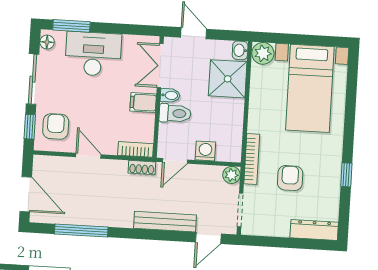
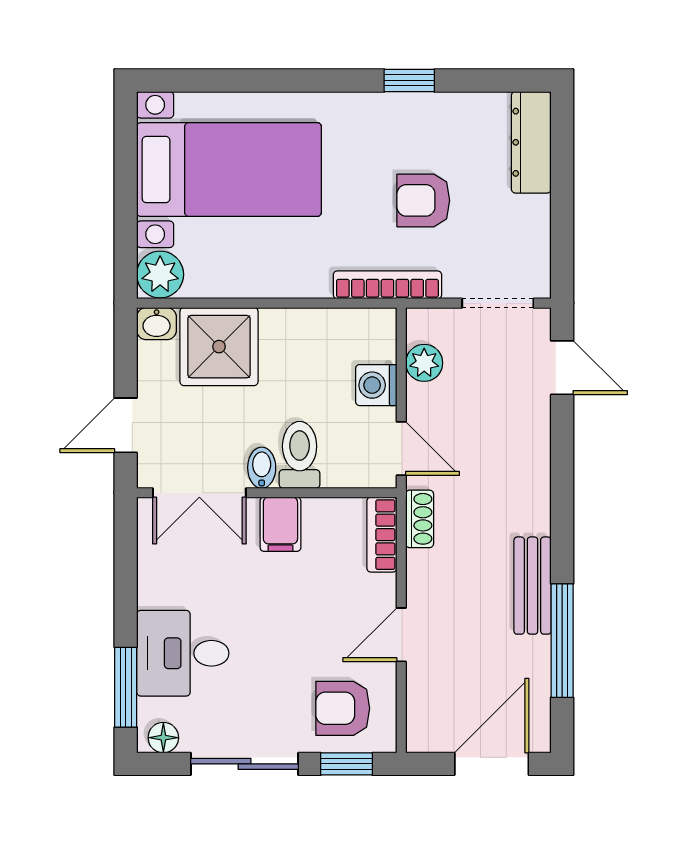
desk: (93, 54) -> (183, 653), width x0.73
plant: (232, 175) -> (424, 363), moved
bench: (165, 222) -> (533, 586), moved, width x0.73

